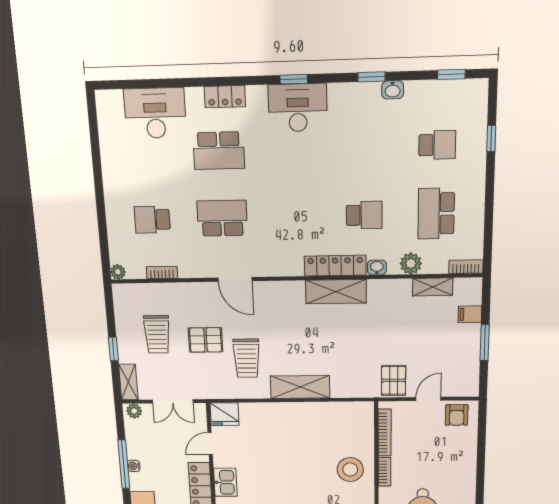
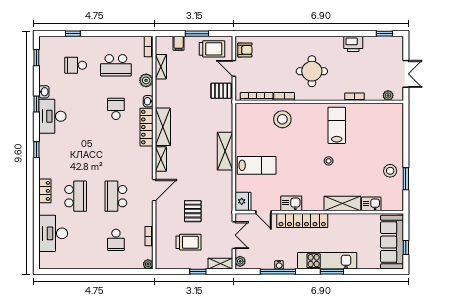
desk: (298, 108) -> (52, 116), moved
school desk: (437, 145) -> (76, 65), turned -90
shelving: (285, 289) -> (161, 159), added
trolley: (247, 358) -> (212, 49), moved
lab bench: (280, 434) -> (257, 165), added

